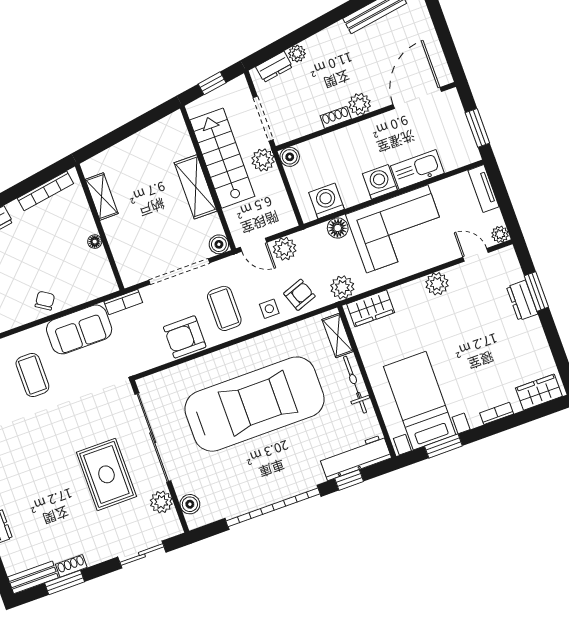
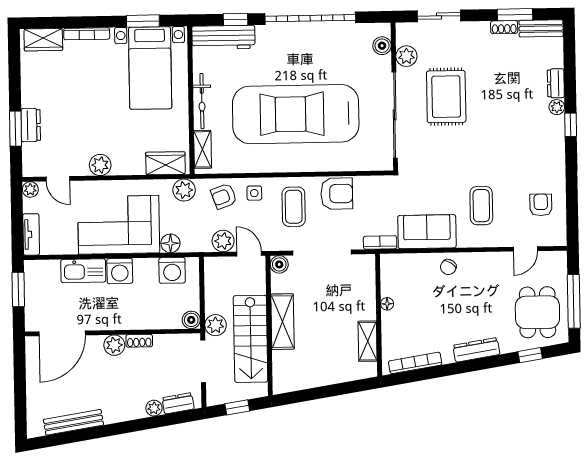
bookcase: (497, 413) -> (87, 34), width x1.56

